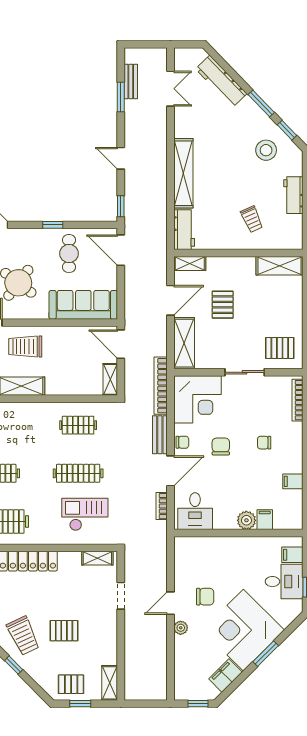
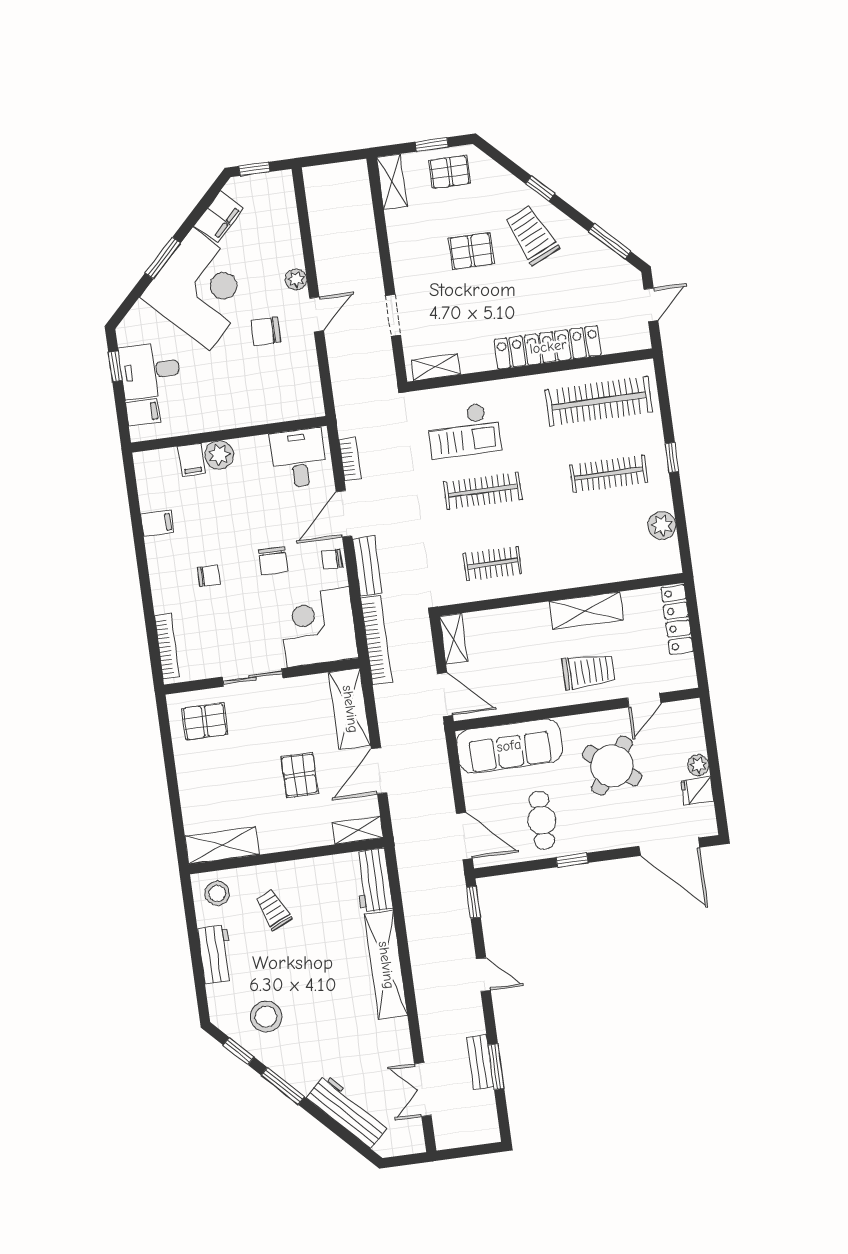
bench: (131, 82) -> (480, 1062), moved
stool: (287, 235) -> (217, 893), added

